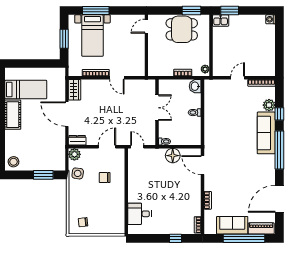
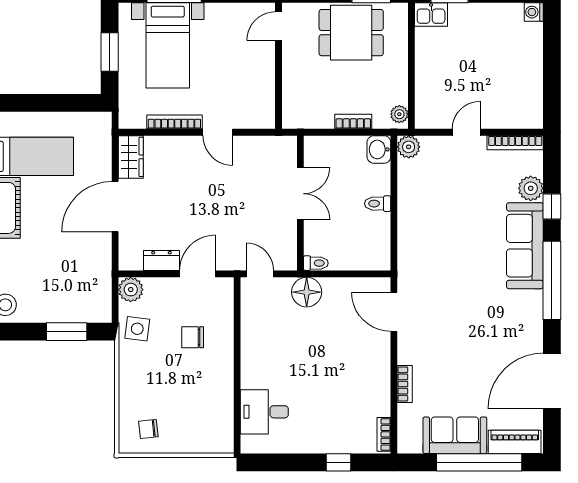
plant: (210, 85) -> (409, 147), added
door: (67, 114) -> (115, 207), hinge flipped
dresser: (77, 140) -> (161, 260), moved
floor lamp: (173, 156) -> (307, 292), moved

